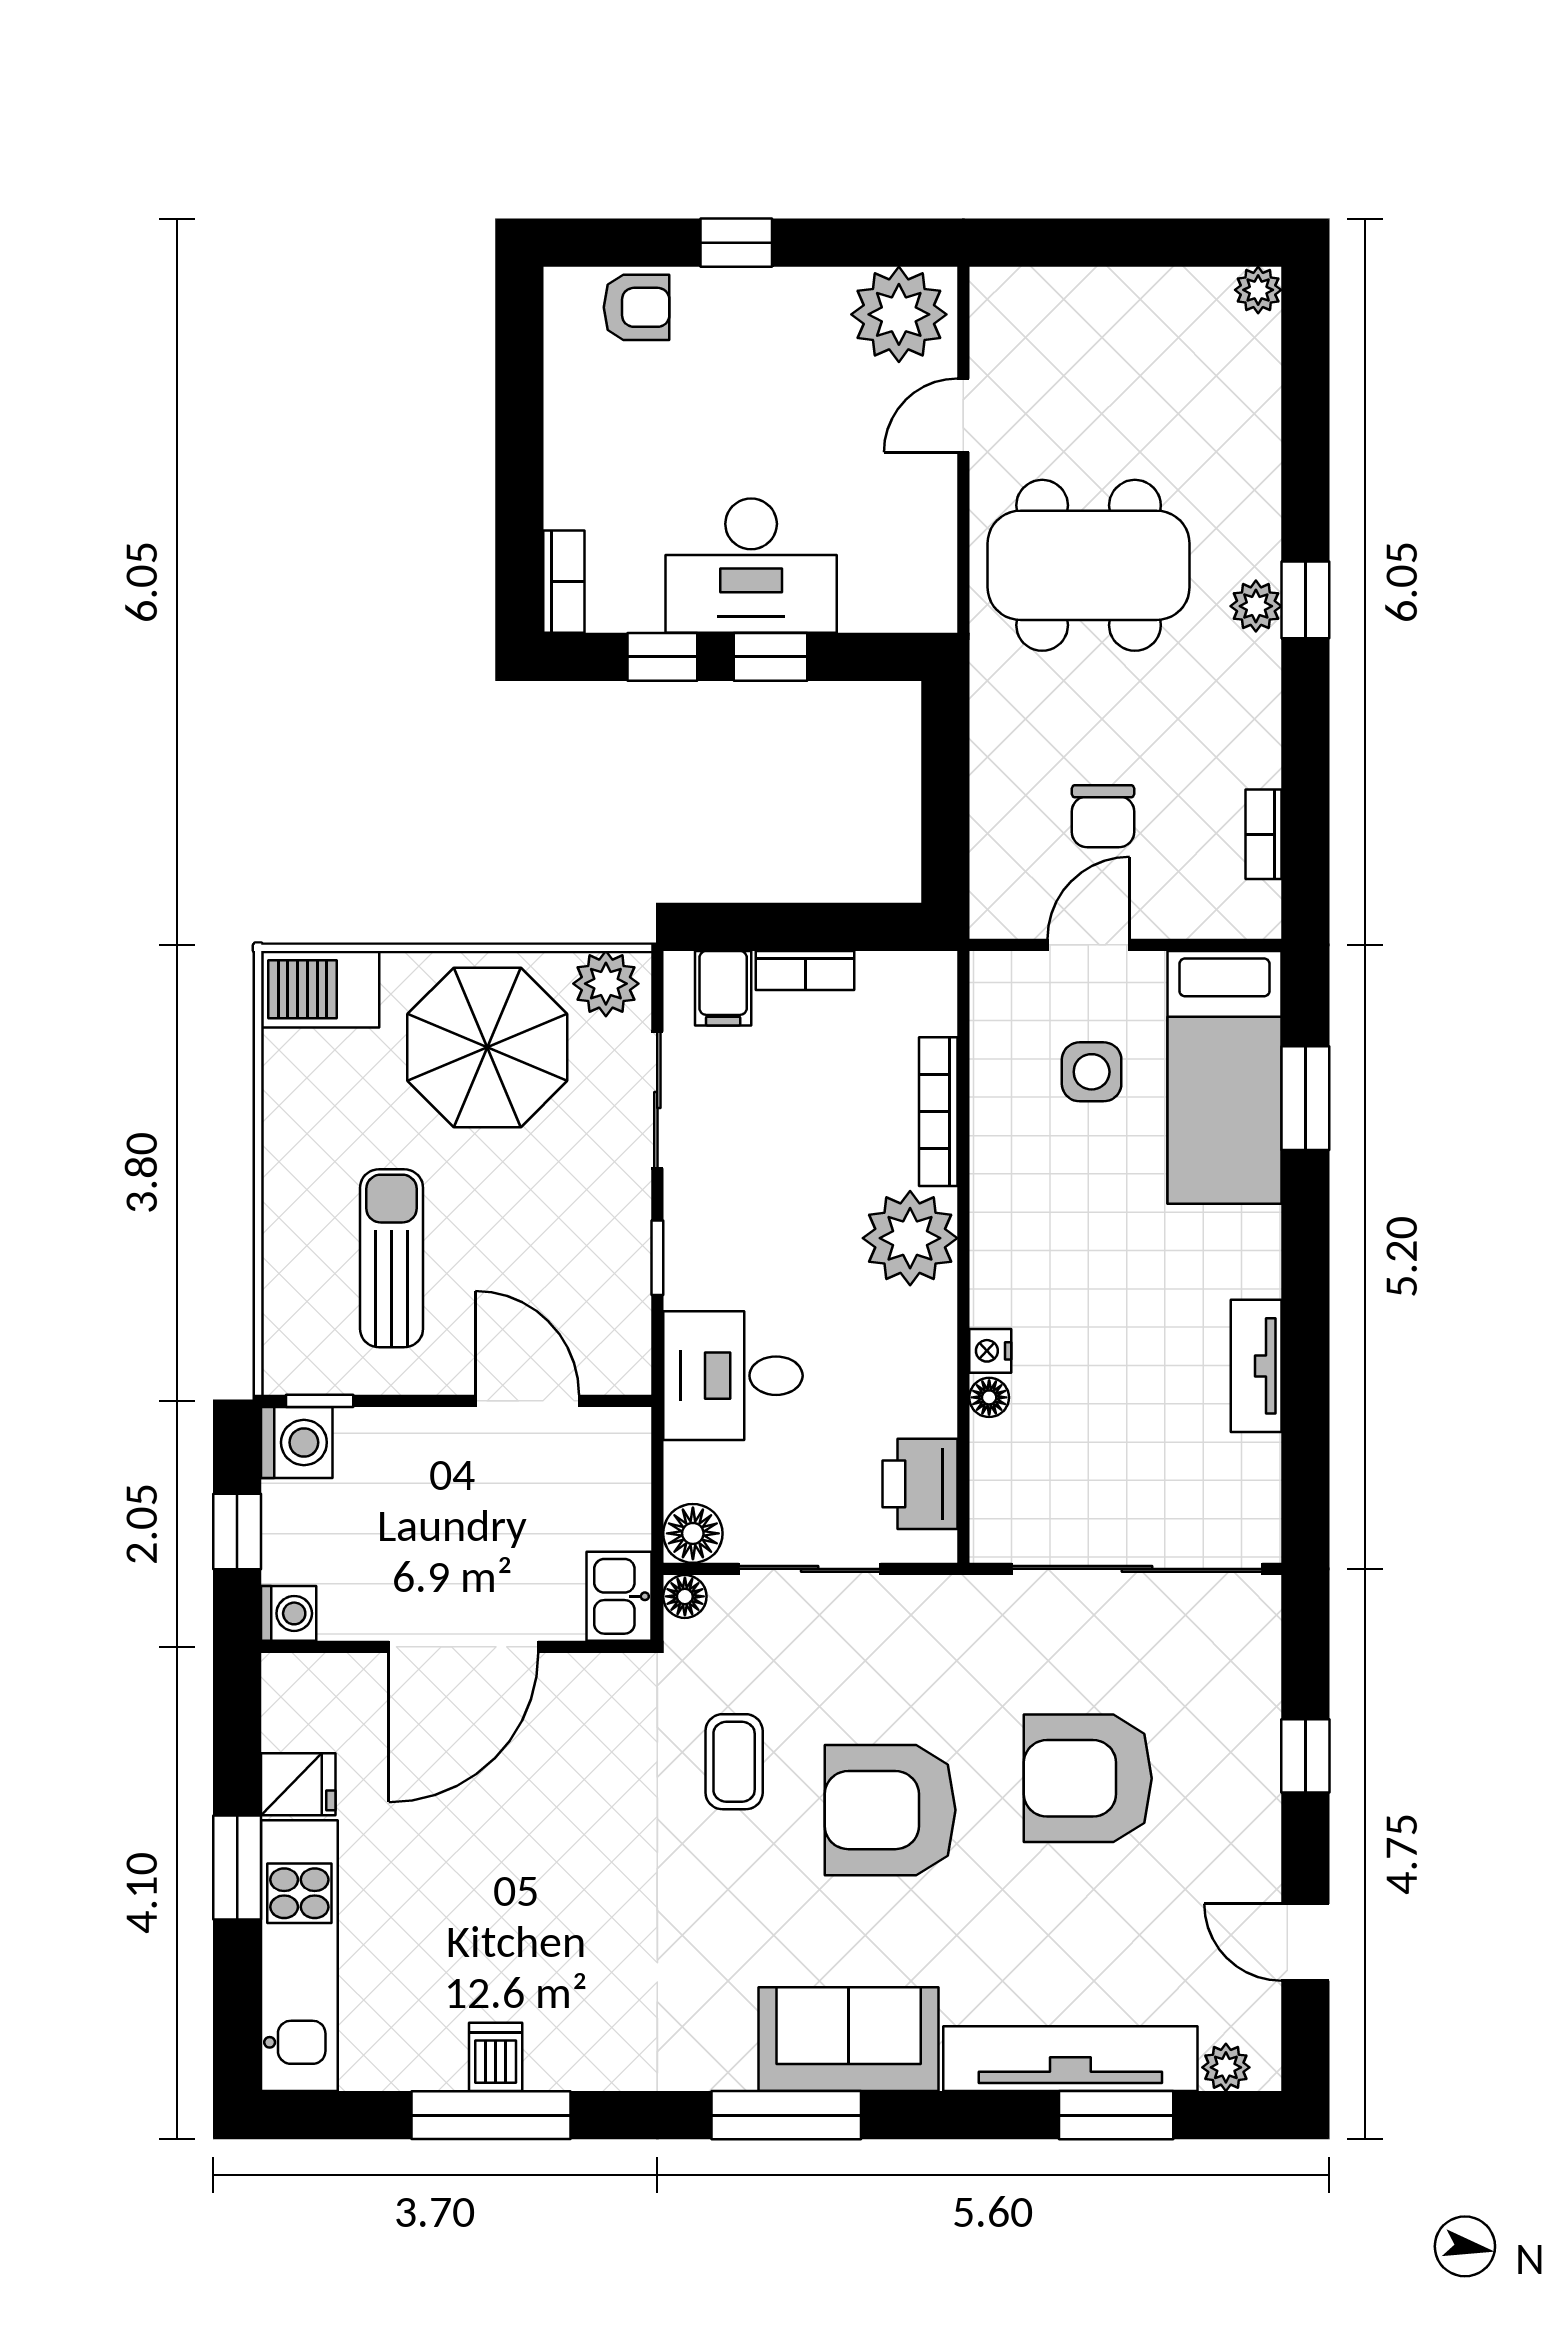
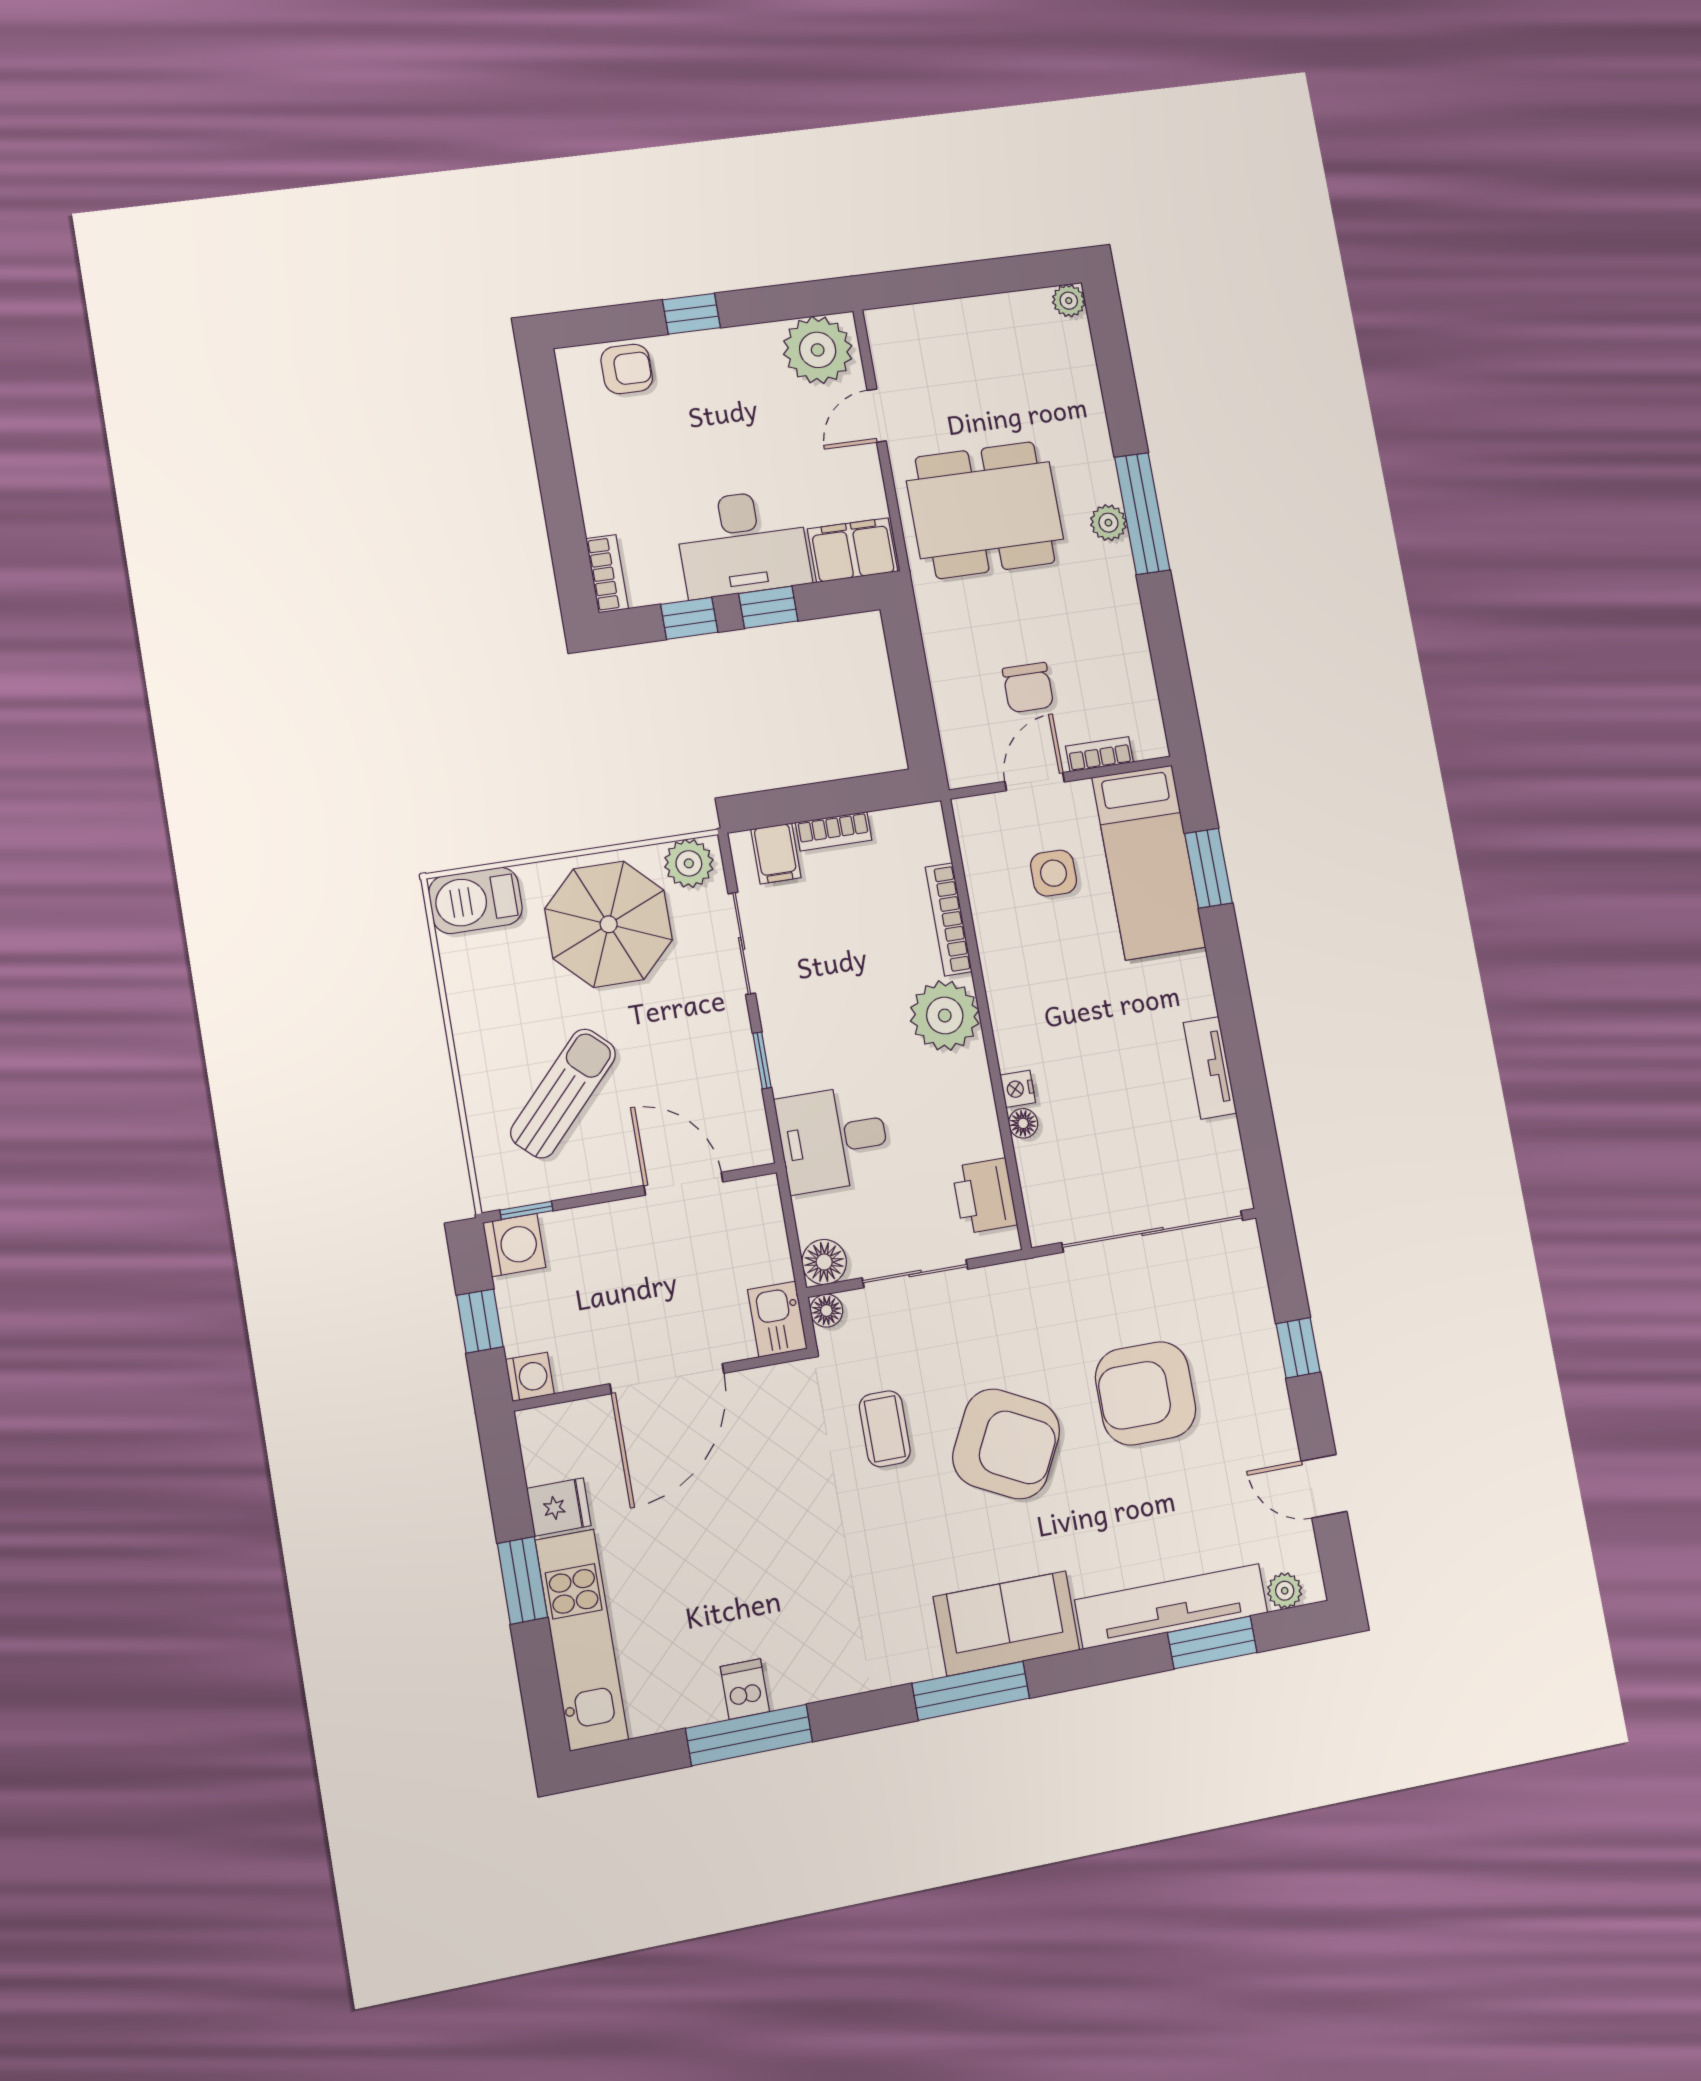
filing cabinet: (898, 595) -> (853, 550), added
window: (1305, 600) -> (1142, 514), width x2.17
bookcase: (1264, 834) -> (1099, 754), moved, turned 90
sun lounger: (392, 1258) -> (563, 1093), turned 43
armchair: (890, 1810) -> (1006, 1444), turned -153

